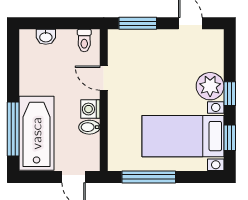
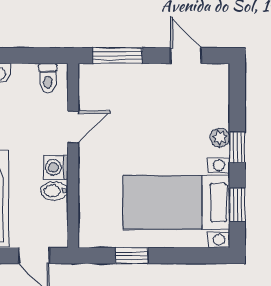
door: (104, 78) -> (73, 127), swing flipped
plant: (210, 86) -> (220, 138), width x0.53, depth x0.53
window: (149, 177) -> (132, 256), width x0.46

